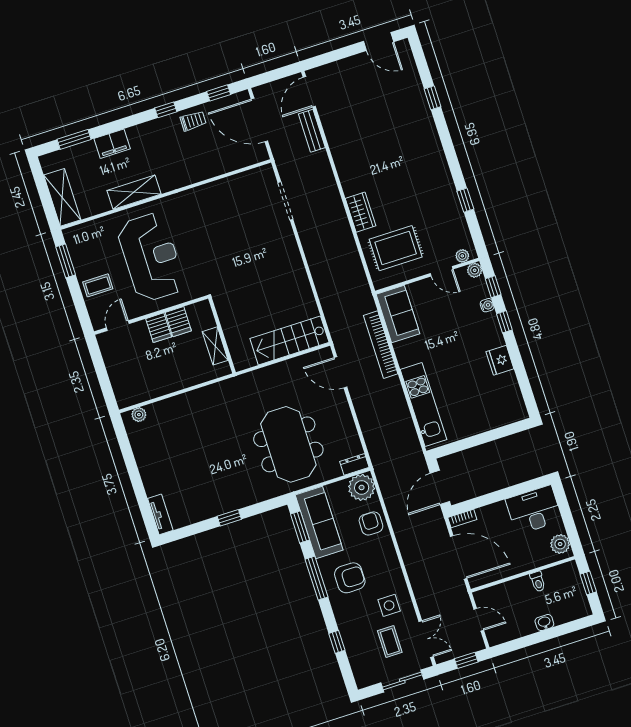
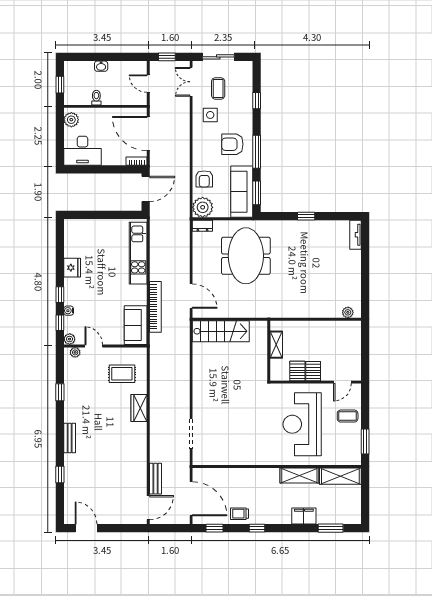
bench: (435, 147) -> (70, 438), added
shelving: (62, 197) -> (340, 476), moved, turned 90
rug: (396, 248) -> (122, 374), width x0.73, depth x0.70

